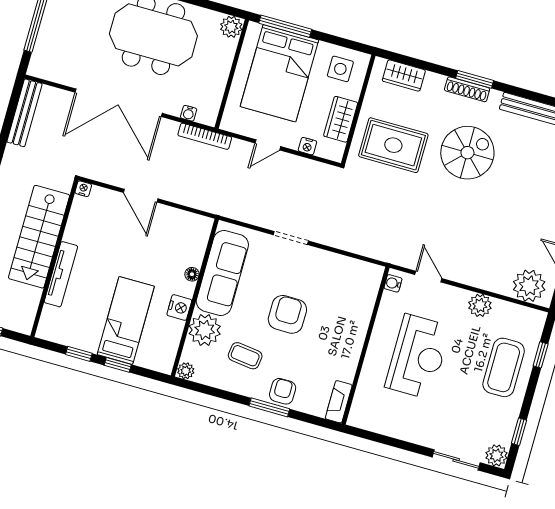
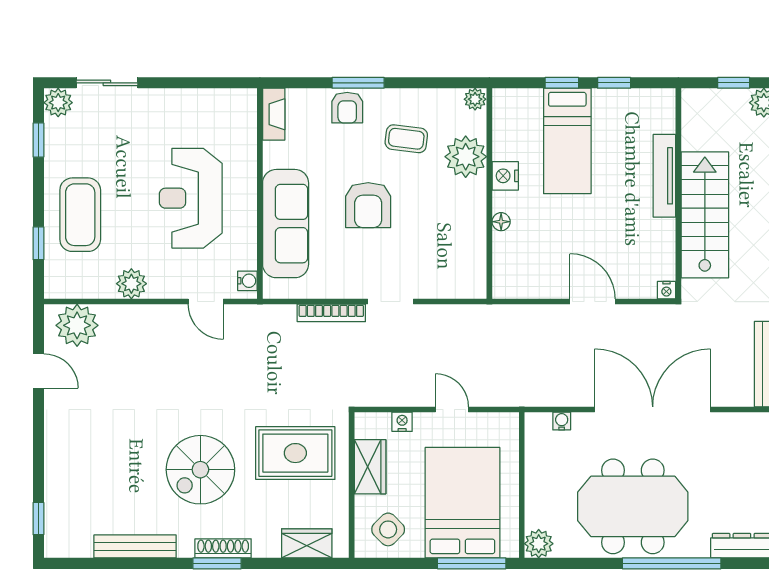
side table: (340, 69) -> (388, 529), turned 45
bookcase: (205, 136) -> (331, 313), moved, turned 180
door: (268, 145) -> (452, 410), hinge flipped
sofa: (222, 273) -> (286, 224), moved, turned 180

